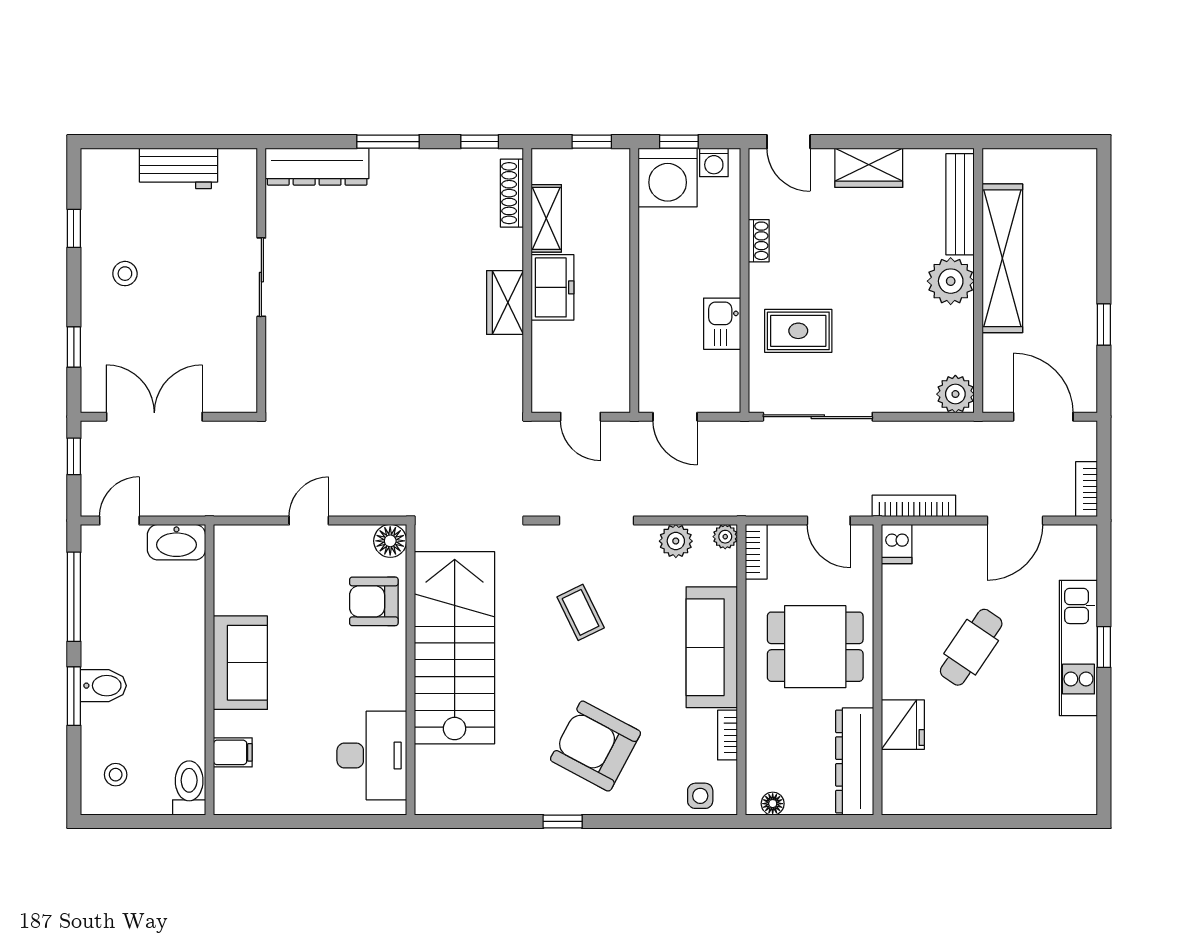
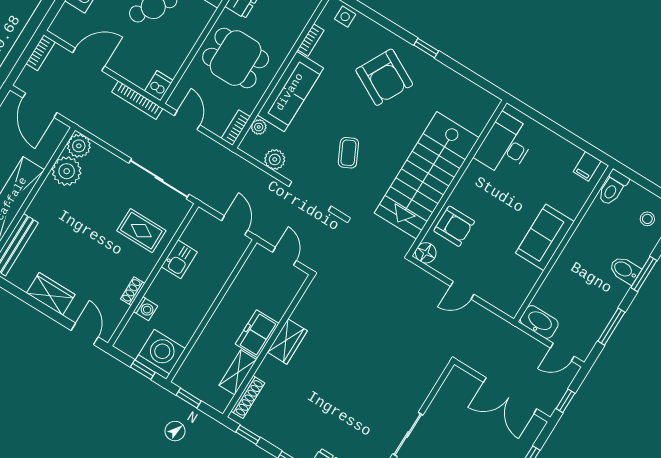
washing machine: (714, 162) -> (146, 309), moved, turned 90
plant: (951, 281) -> (67, 171), moved
plant: (725, 537) -> (259, 127), moved
window: (74, 597) -> (611, 327), width x0.69
filing cabinet: (233, 752) -> (587, 166), moved, turned -90

